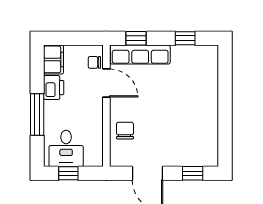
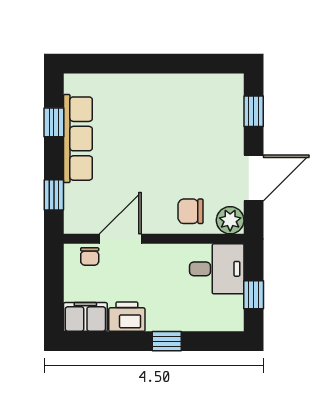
row of seats: (140, 54) -> (78, 139), moved
window: (37, 115) -> (167, 341), width x0.46
desk: (66, 148) -> (217, 269), moved
plant: (119, 157) -> (230, 220), added

